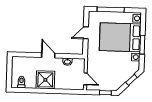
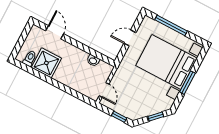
door: (48, 55) -> (55, 32), moved
shower: (45, 80) -> (46, 63), moved

